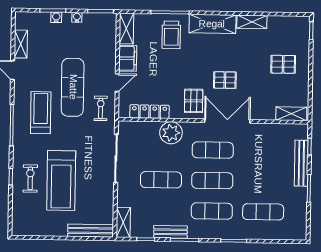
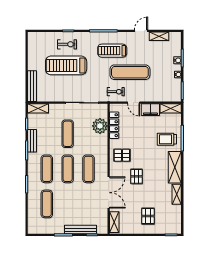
treadmill: (41, 113) -> (112, 51), turned 180
double door: (227, 121) -> (109, 193), moved
plant: (171, 133) -> (100, 126), moved

